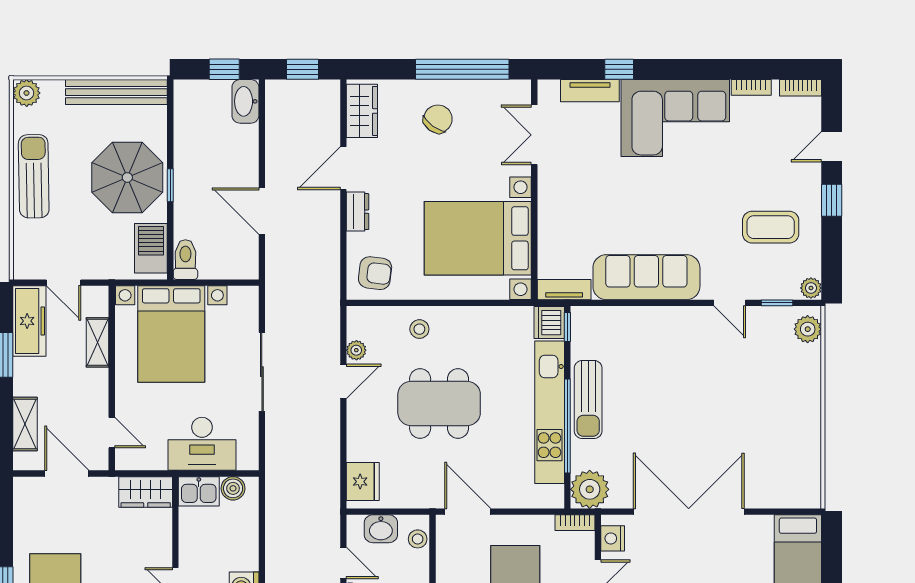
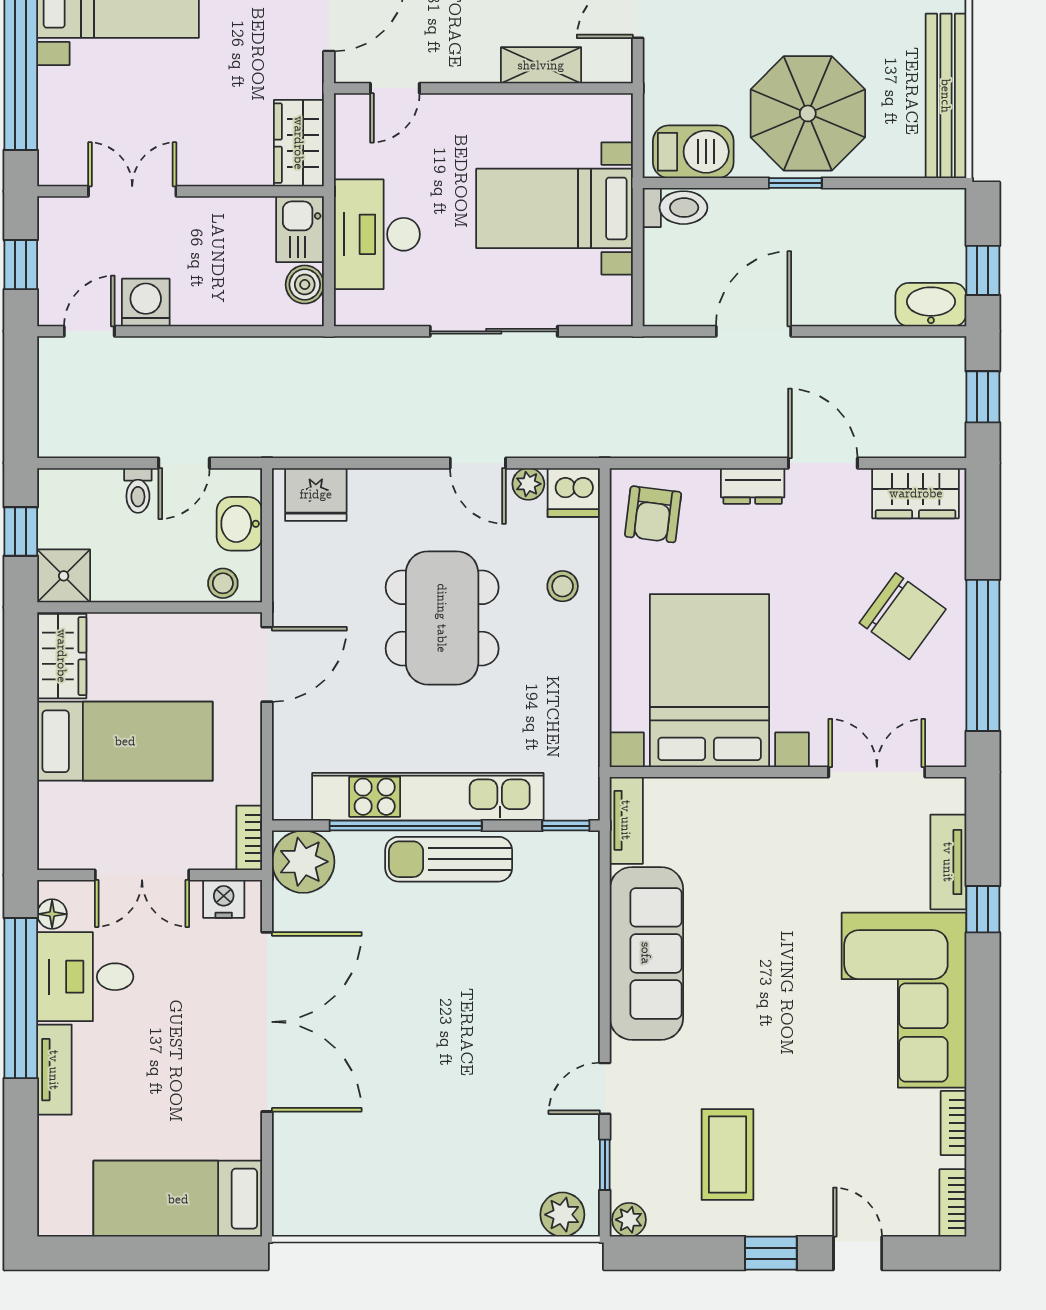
chair: (438, 119) -> (903, 616), width x1.37, depth x1.37
dishwasher: (549, 323) -> (574, 492), moved, turned 180
bed with nightstands: (171, 334) -> (554, 208), width x0.73

